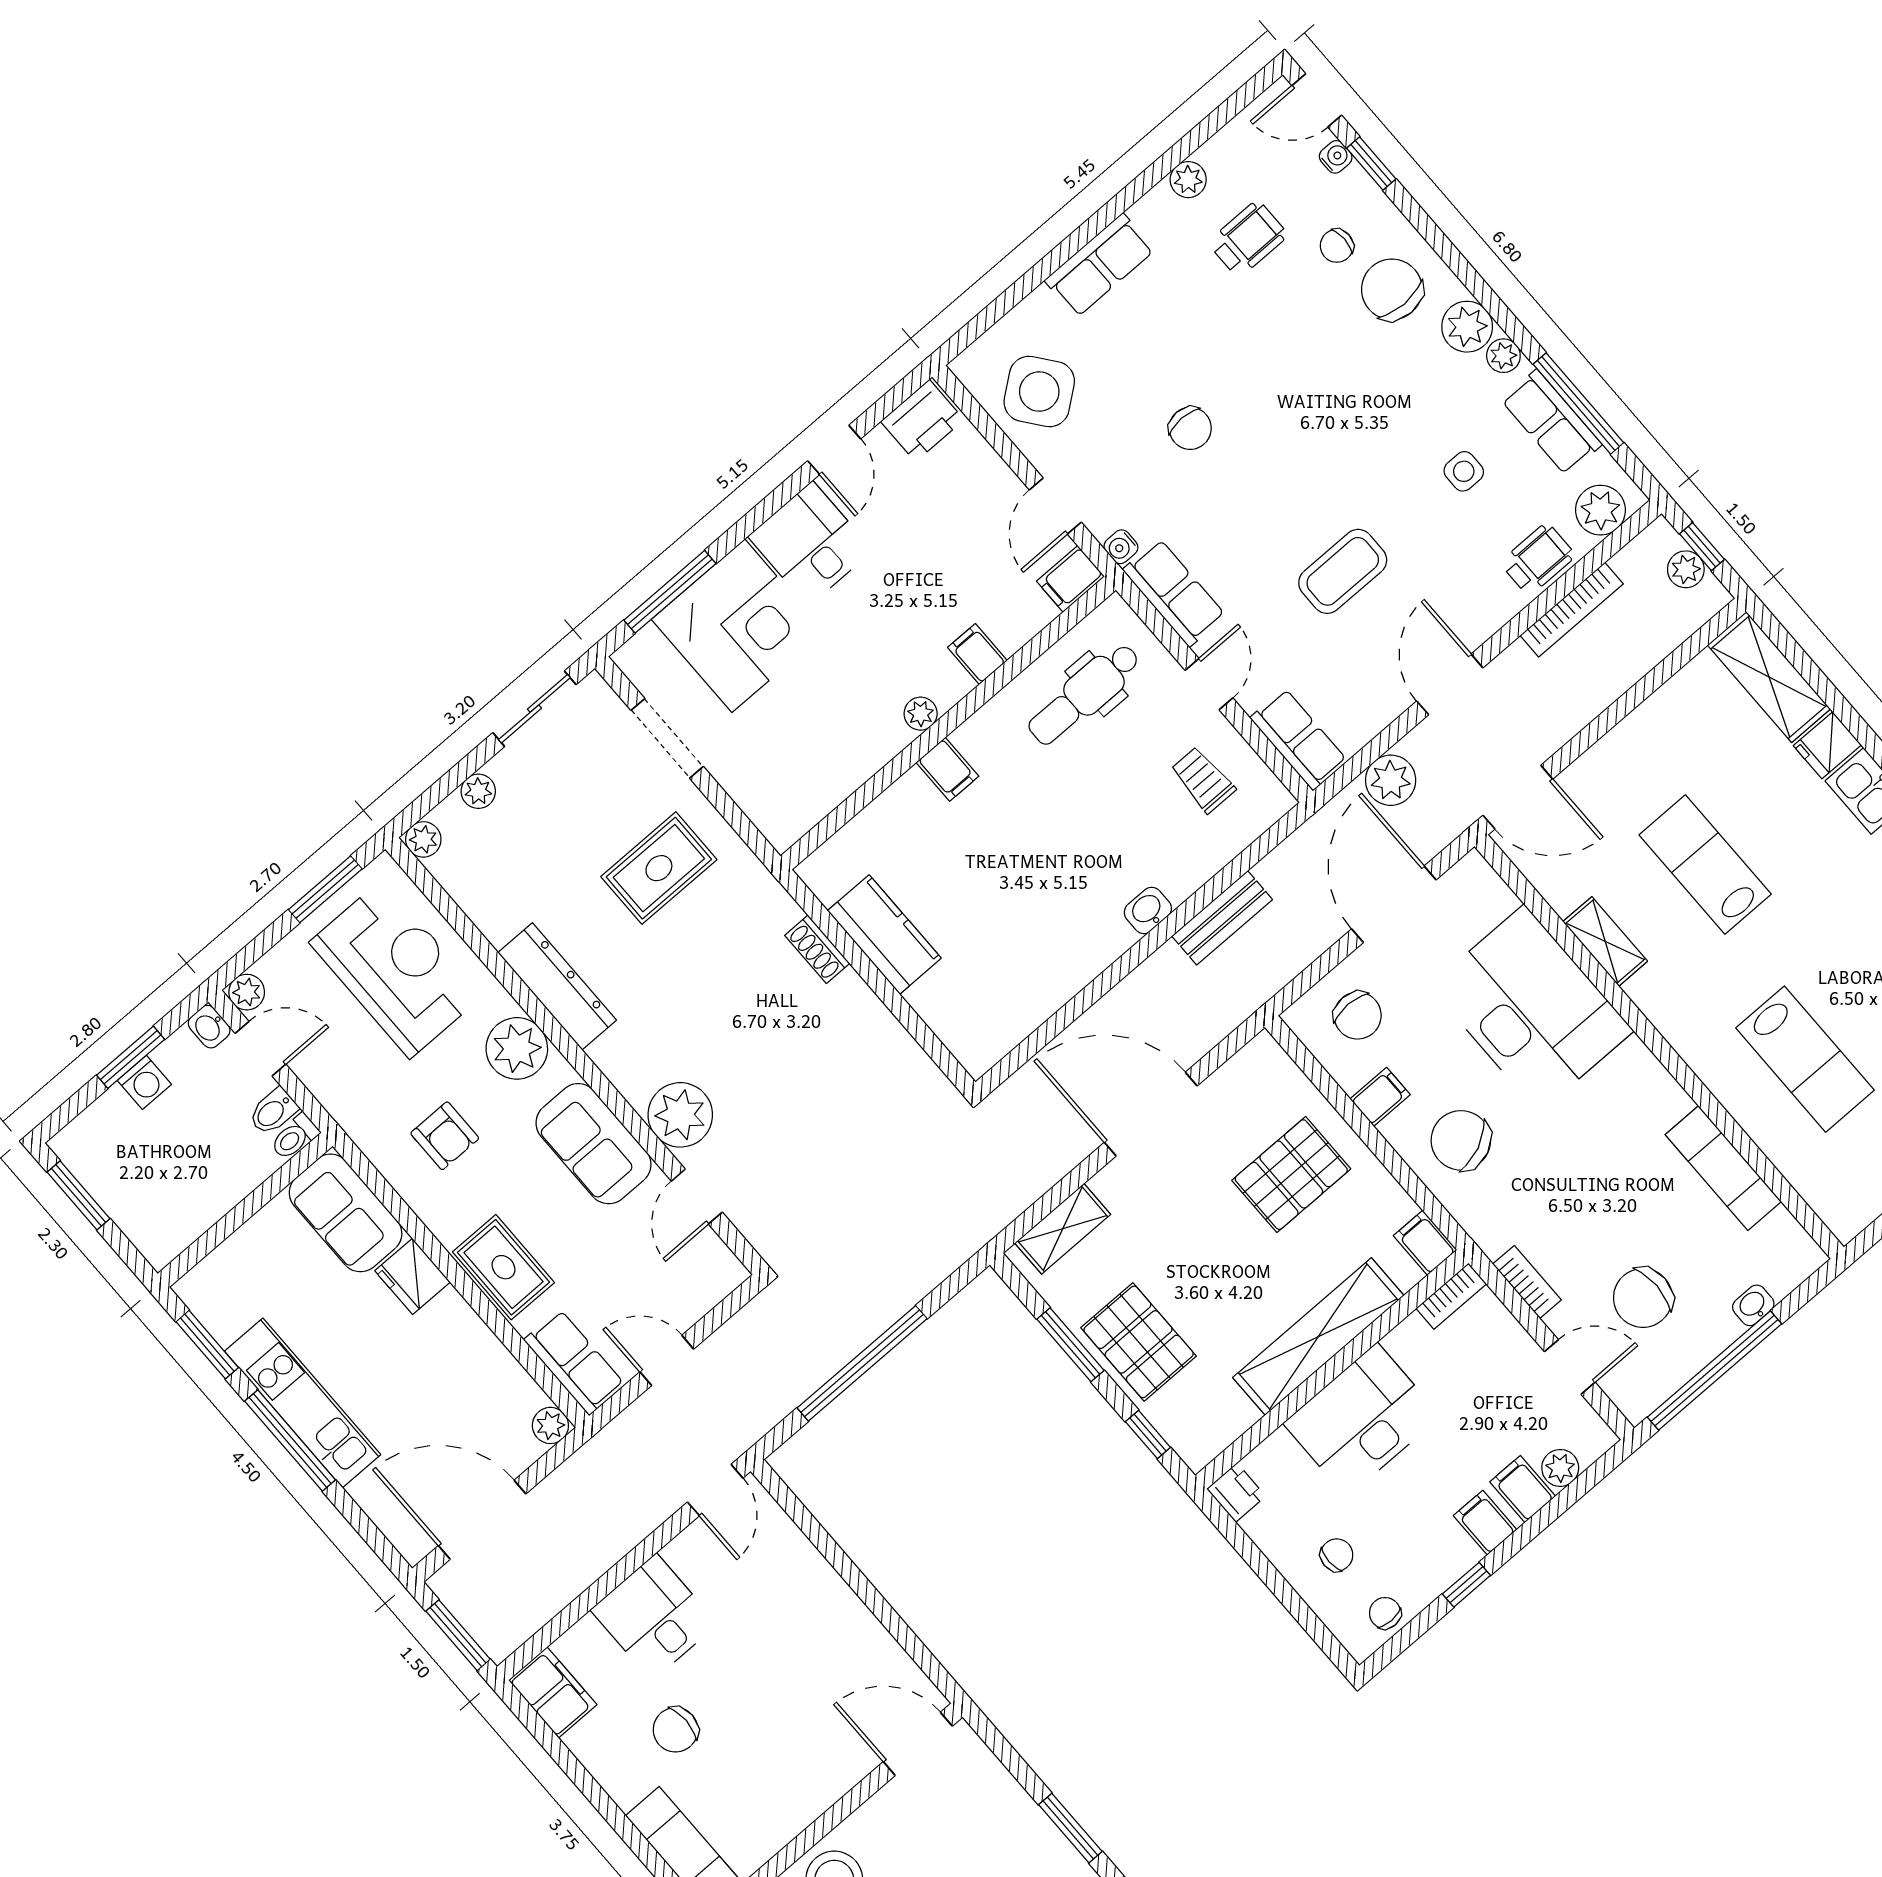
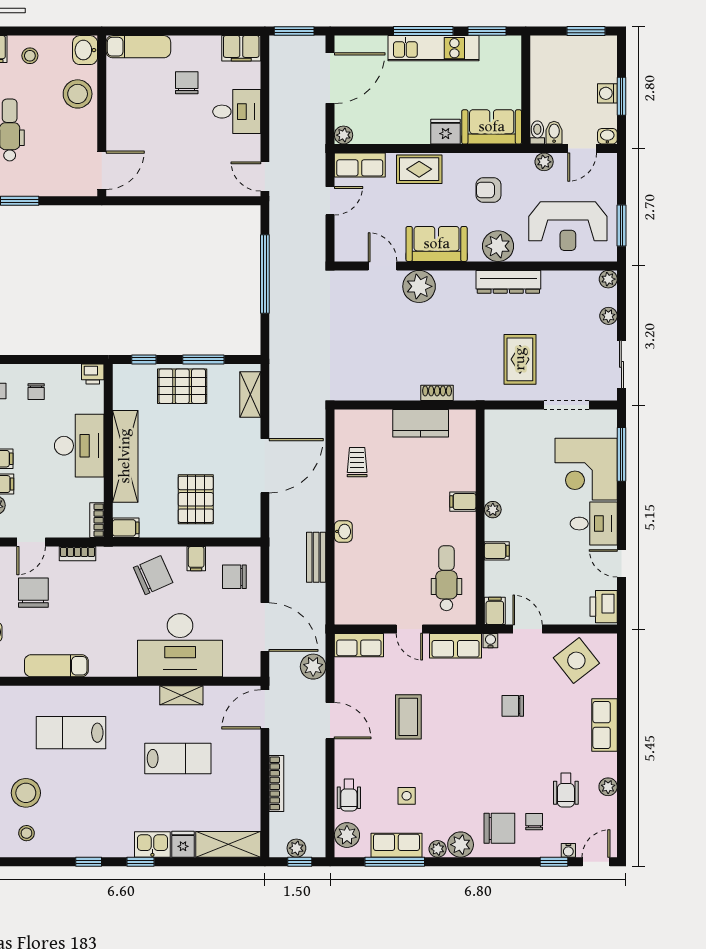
bookcase: (1572, 610) -> (276, 783), moved, turned 180
trolley: (1203, 780) -> (357, 462), moved, turned -90
plant: (247, 992) -> (544, 162), moved

